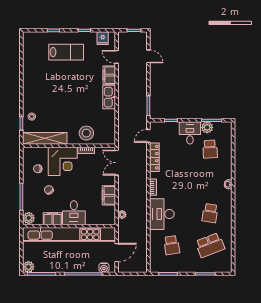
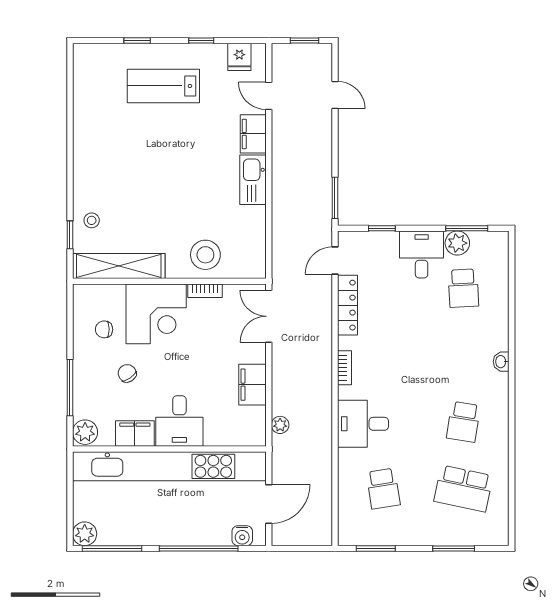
lab bench: (66, 52) -> (163, 86), turned 180
desk: (162, 214) -> (363, 424), width x0.73
school desk: (210, 245) -> (463, 489), turned 33

